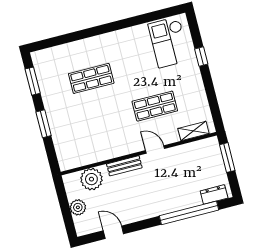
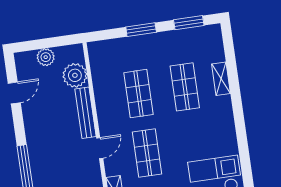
shelving: (80, 46) -> (221, 79), added
shop shelf: (102, 120) -> (138, 94), added
bench: (124, 166) -> (85, 113), width x1.36

